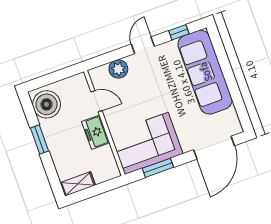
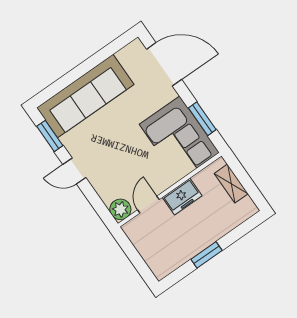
window: (179, 32) -> (50, 136), width x1.50
plant: (118, 69) -> (120, 209), moved
boiler: (47, 104) -> (166, 258), removed
shelving: (78, 184) -> (231, 184), moved

